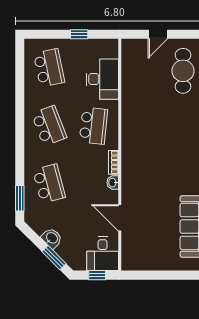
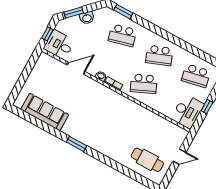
door: (158, 34) -> (179, 157), swing flipped
desk: (102, 79) -> (187, 111), moved, turned -90
school desk: (93, 126) -> (144, 84), turned -30

